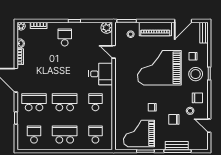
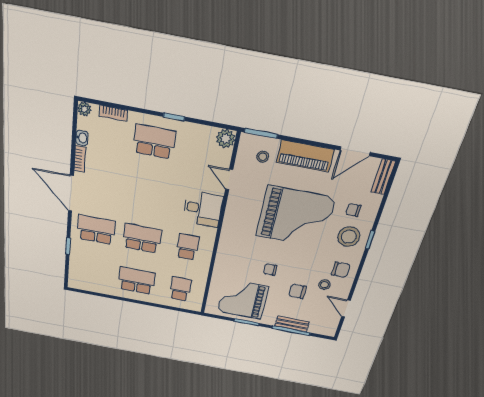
school desk: (65, 37) -> (154, 142), width x1.85
grand piano: (159, 68) -> (295, 217), turned 180
school desk: (34, 135) -> (93, 272), removed

